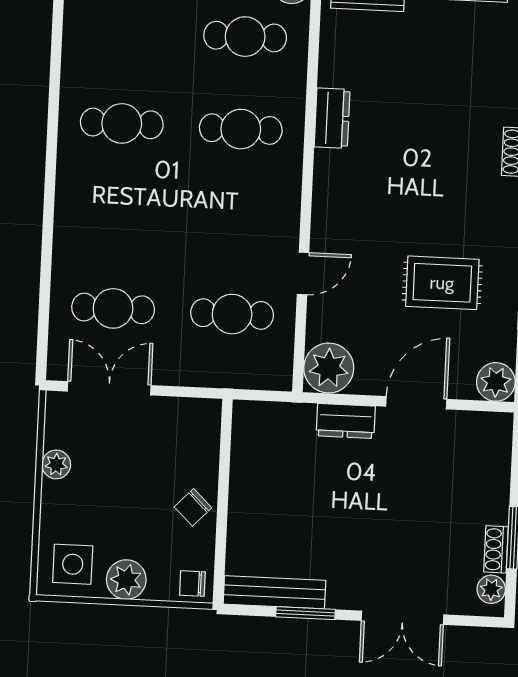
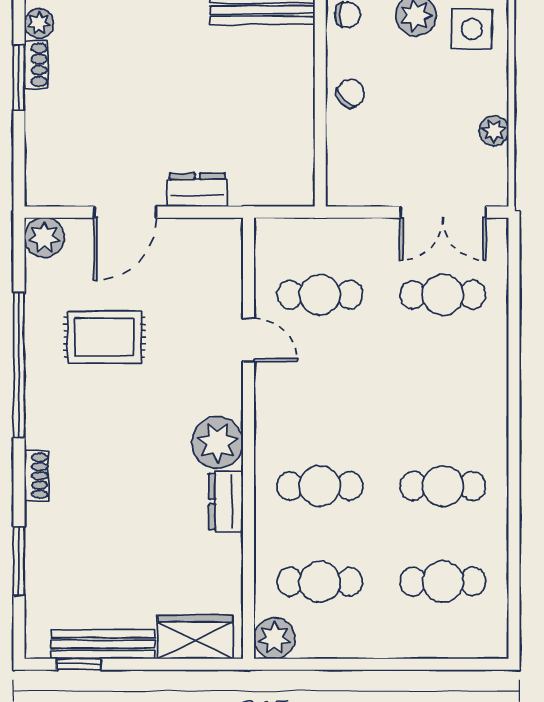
cafe table: (126, 31) -> (443, 582), added
door: (303, 274) -> (249, 340), swing flipped
plant: (329, 368) -> (217, 443), moved

